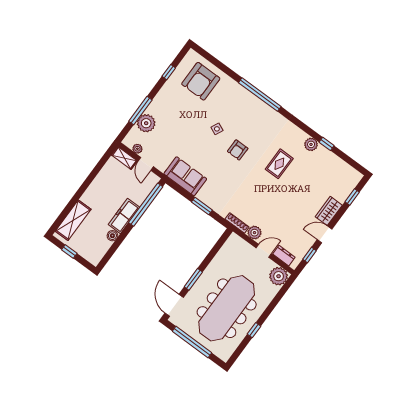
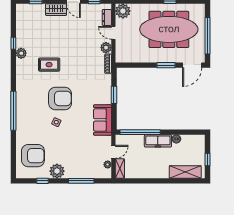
plant: (146, 123) -> (57, 171), moved
armchair: (238, 150) -> (60, 98), width x1.88, depth x1.88

